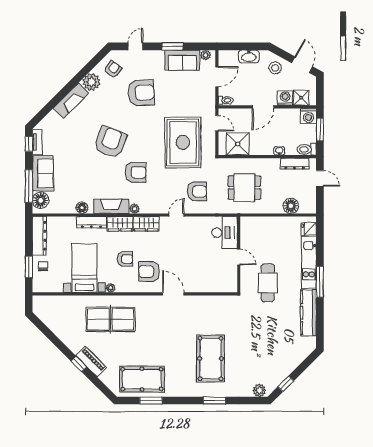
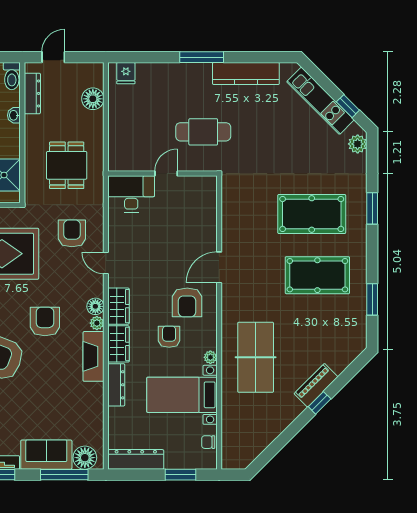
floor lamp: (82, 208) -> (95, 306), moved
kitchen unit: (309, 262) -> (320, 101), moved, turned 45
chair: (43, 266) -> (208, 442), moved
pool table: (142, 379) -> (317, 275), moved, turned 90

